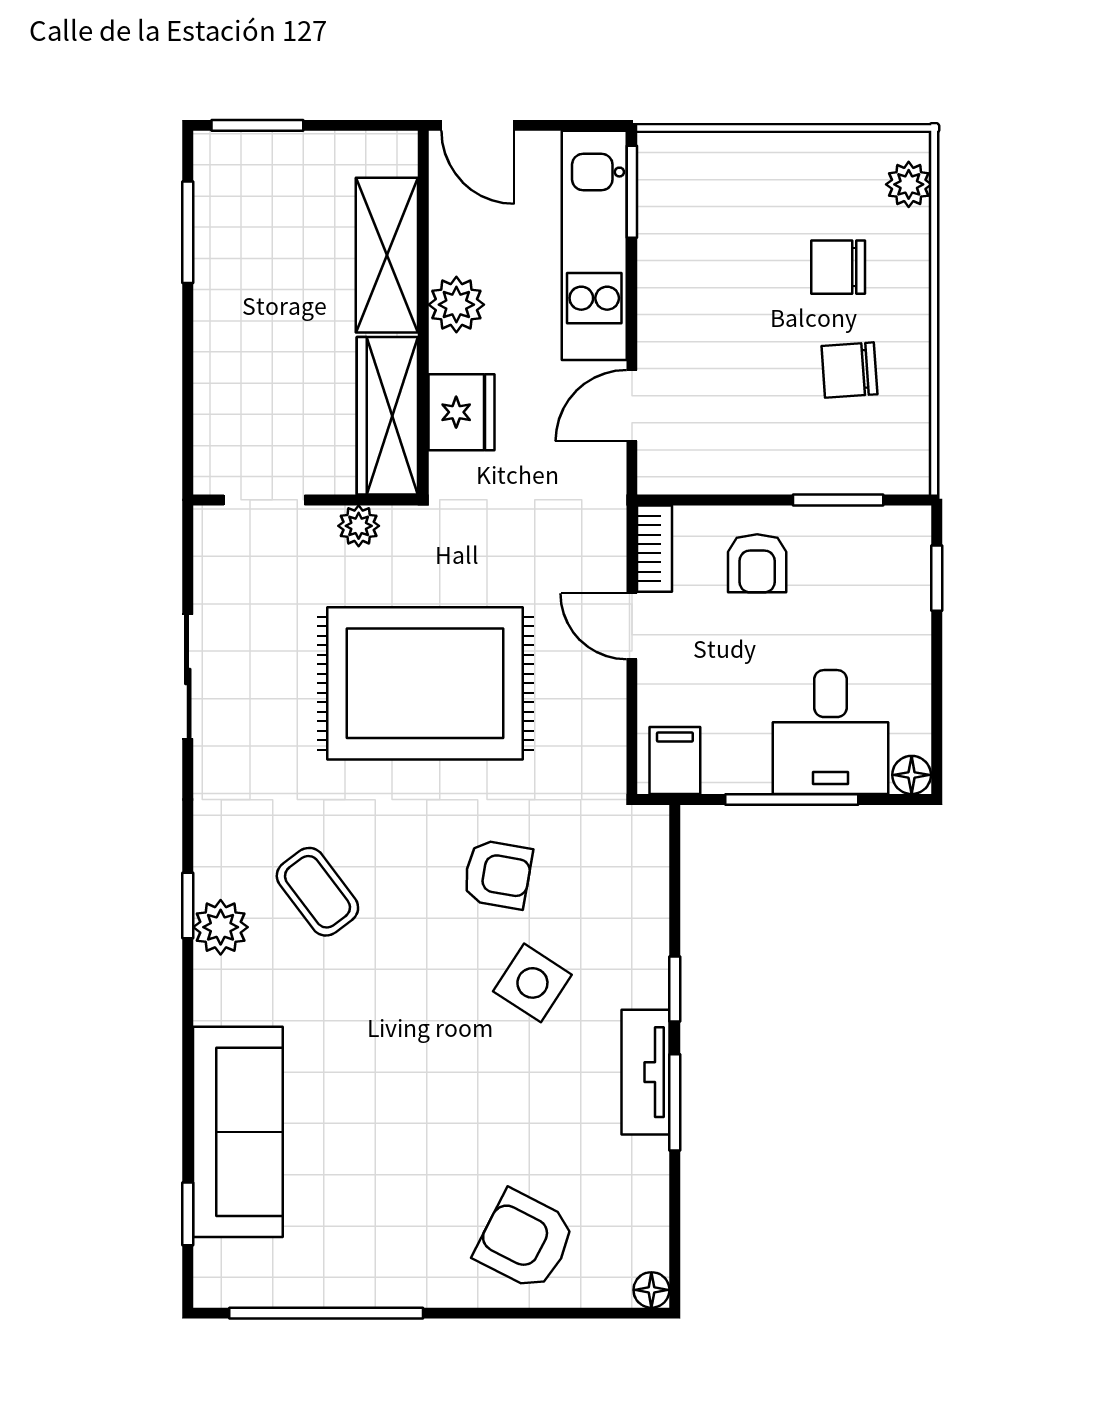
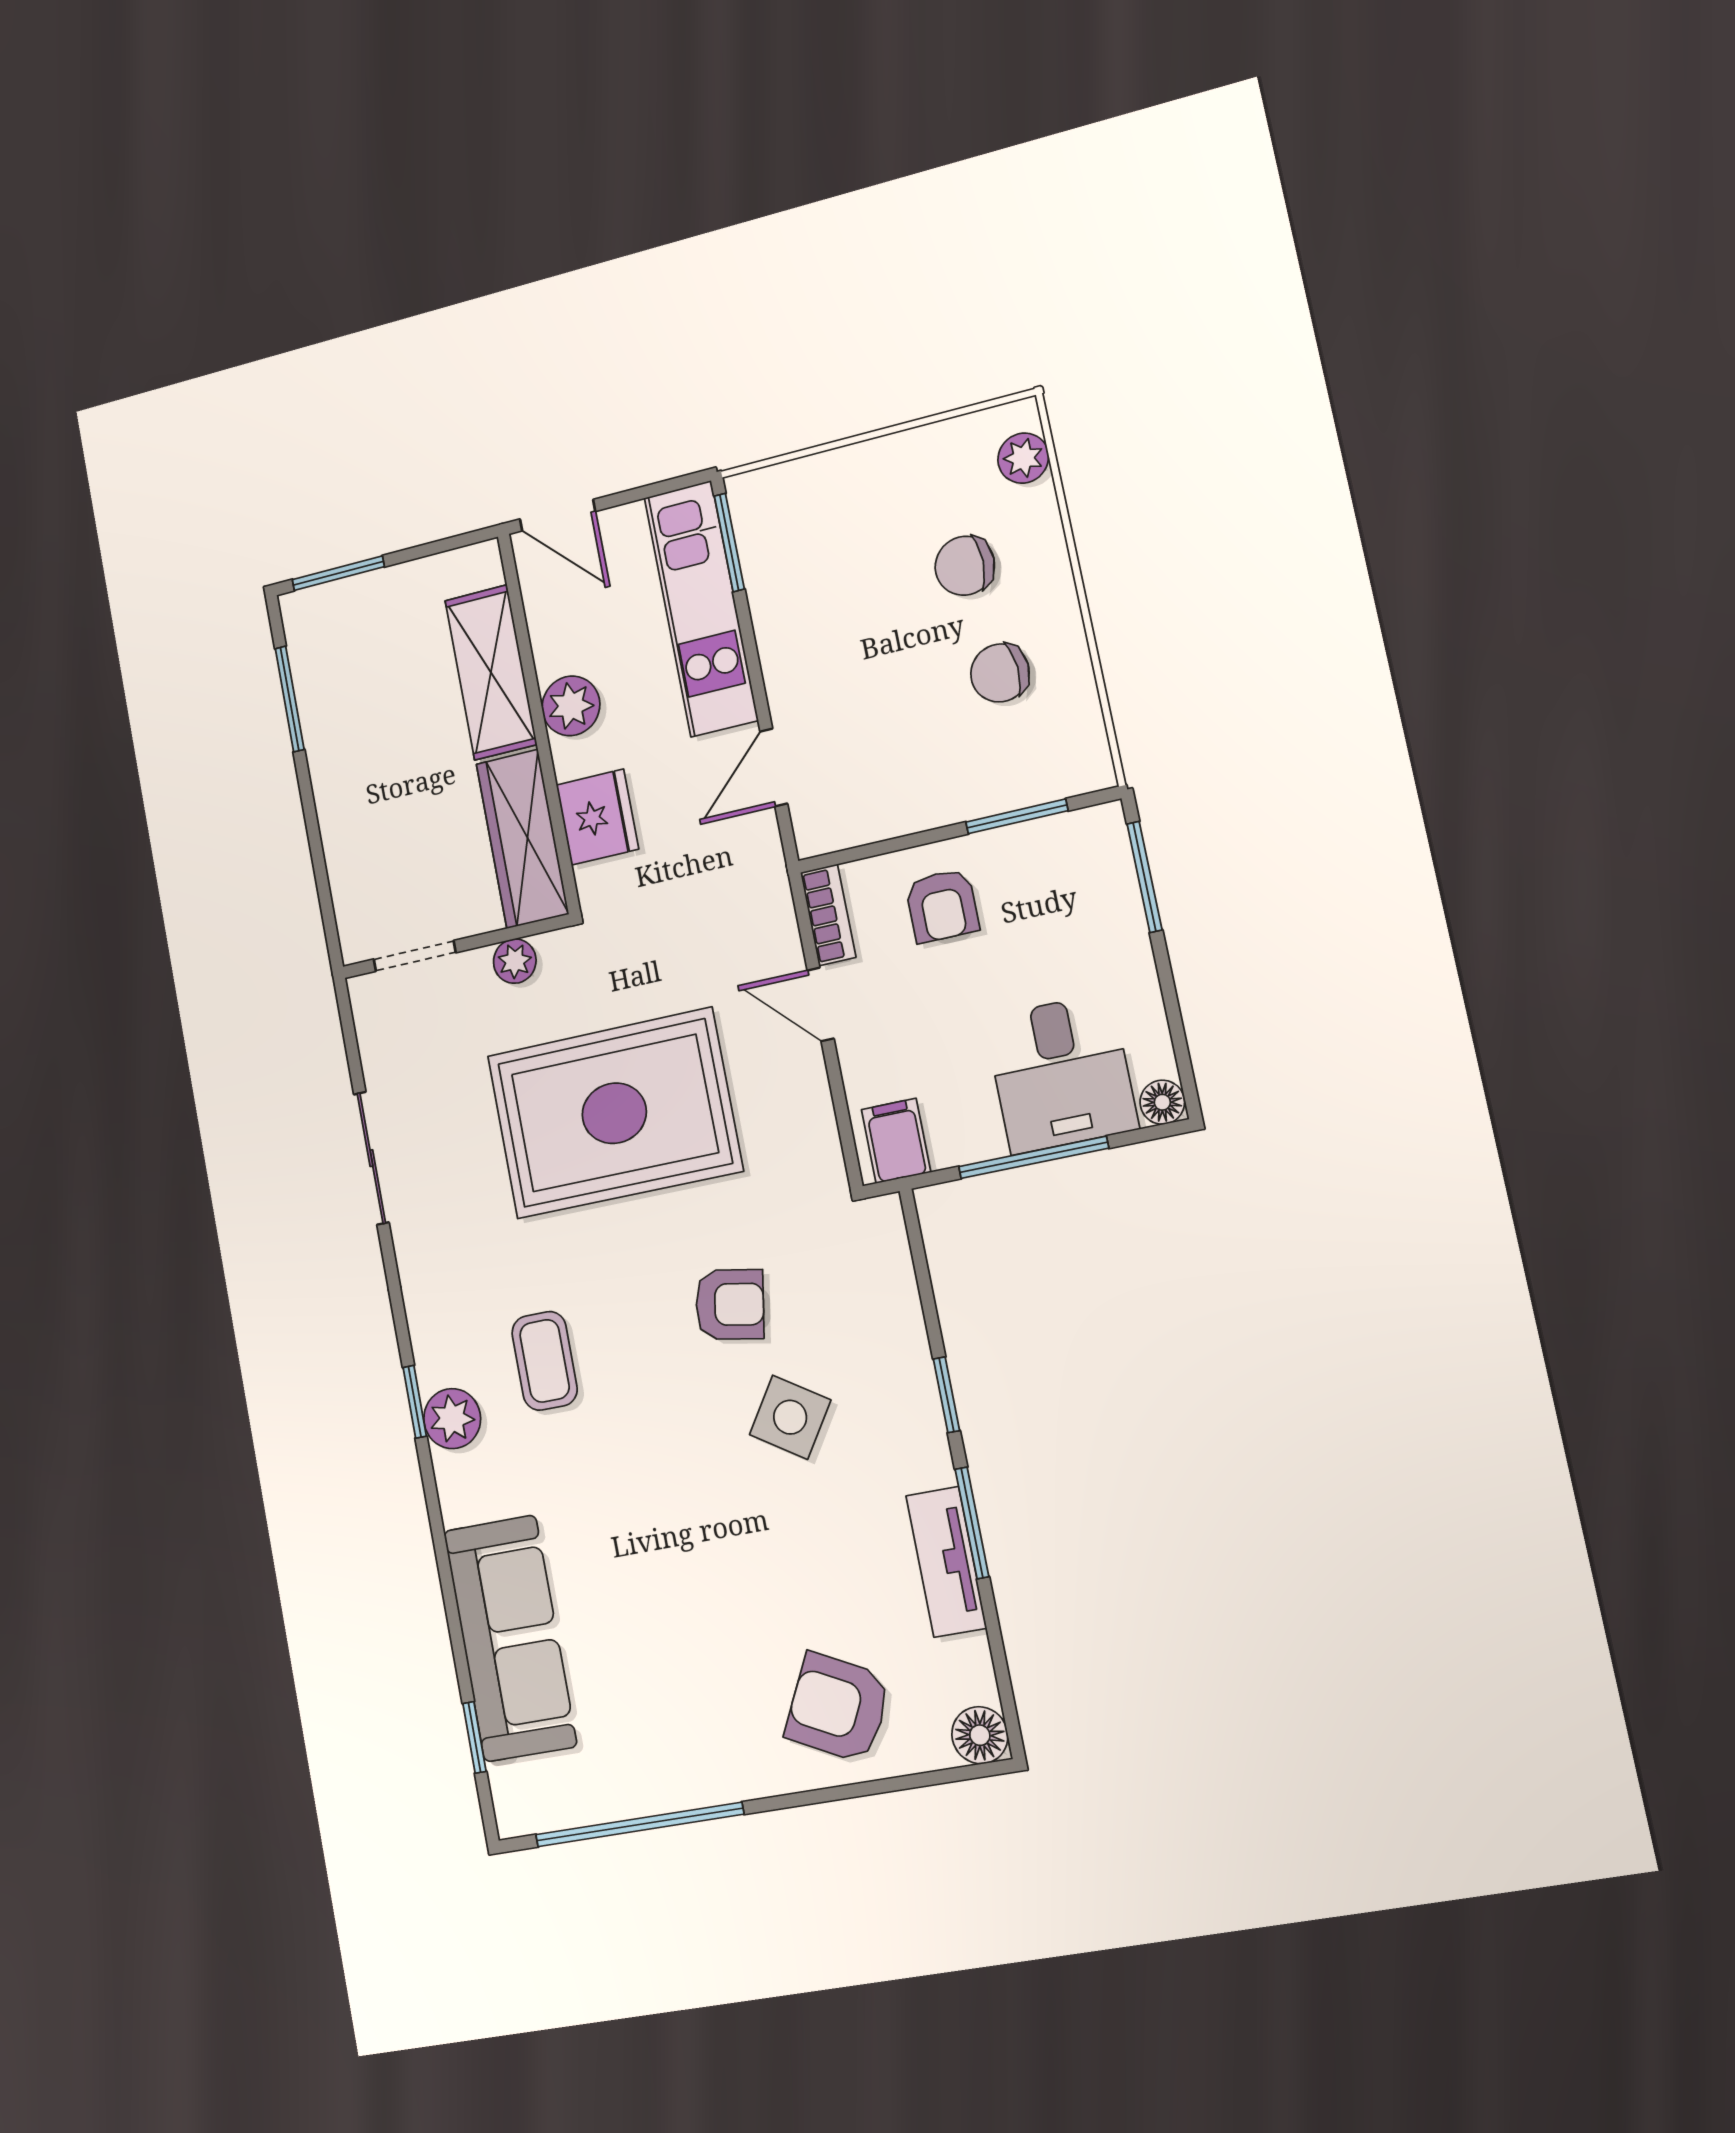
window: (937, 578) -> (1144, 877), width x1.50
coffee table: (317, 892) -> (545, 1361), turned 37
tv unit: (645, 1072) -> (946, 1562), moved
floor lamp: (651, 1290) -> (980, 1735), width x1.37, depth x1.37

